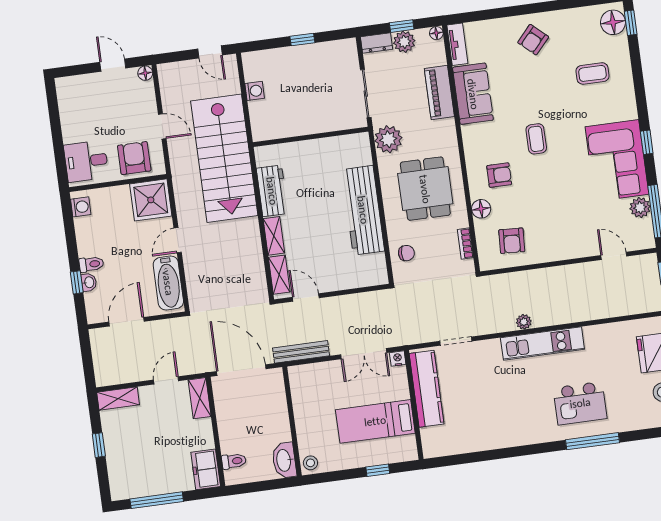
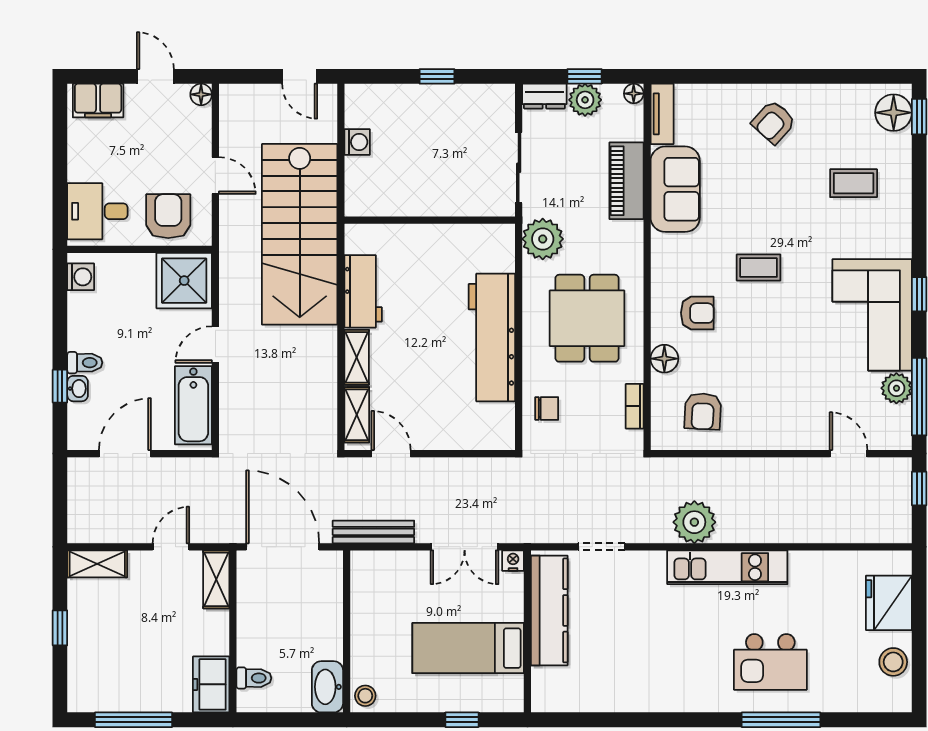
filing cabinet: (76, 87) -> (98, 101), added
coffee table: (536, 139) -> (759, 268), turned 90
plant: (524, 322) -> (694, 522), width x1.88, depth x1.88

